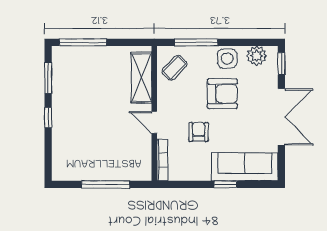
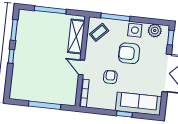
window: (83, 42) -> (50, 10), moved
armchair: (222, 94) -> (129, 53), turned 180

